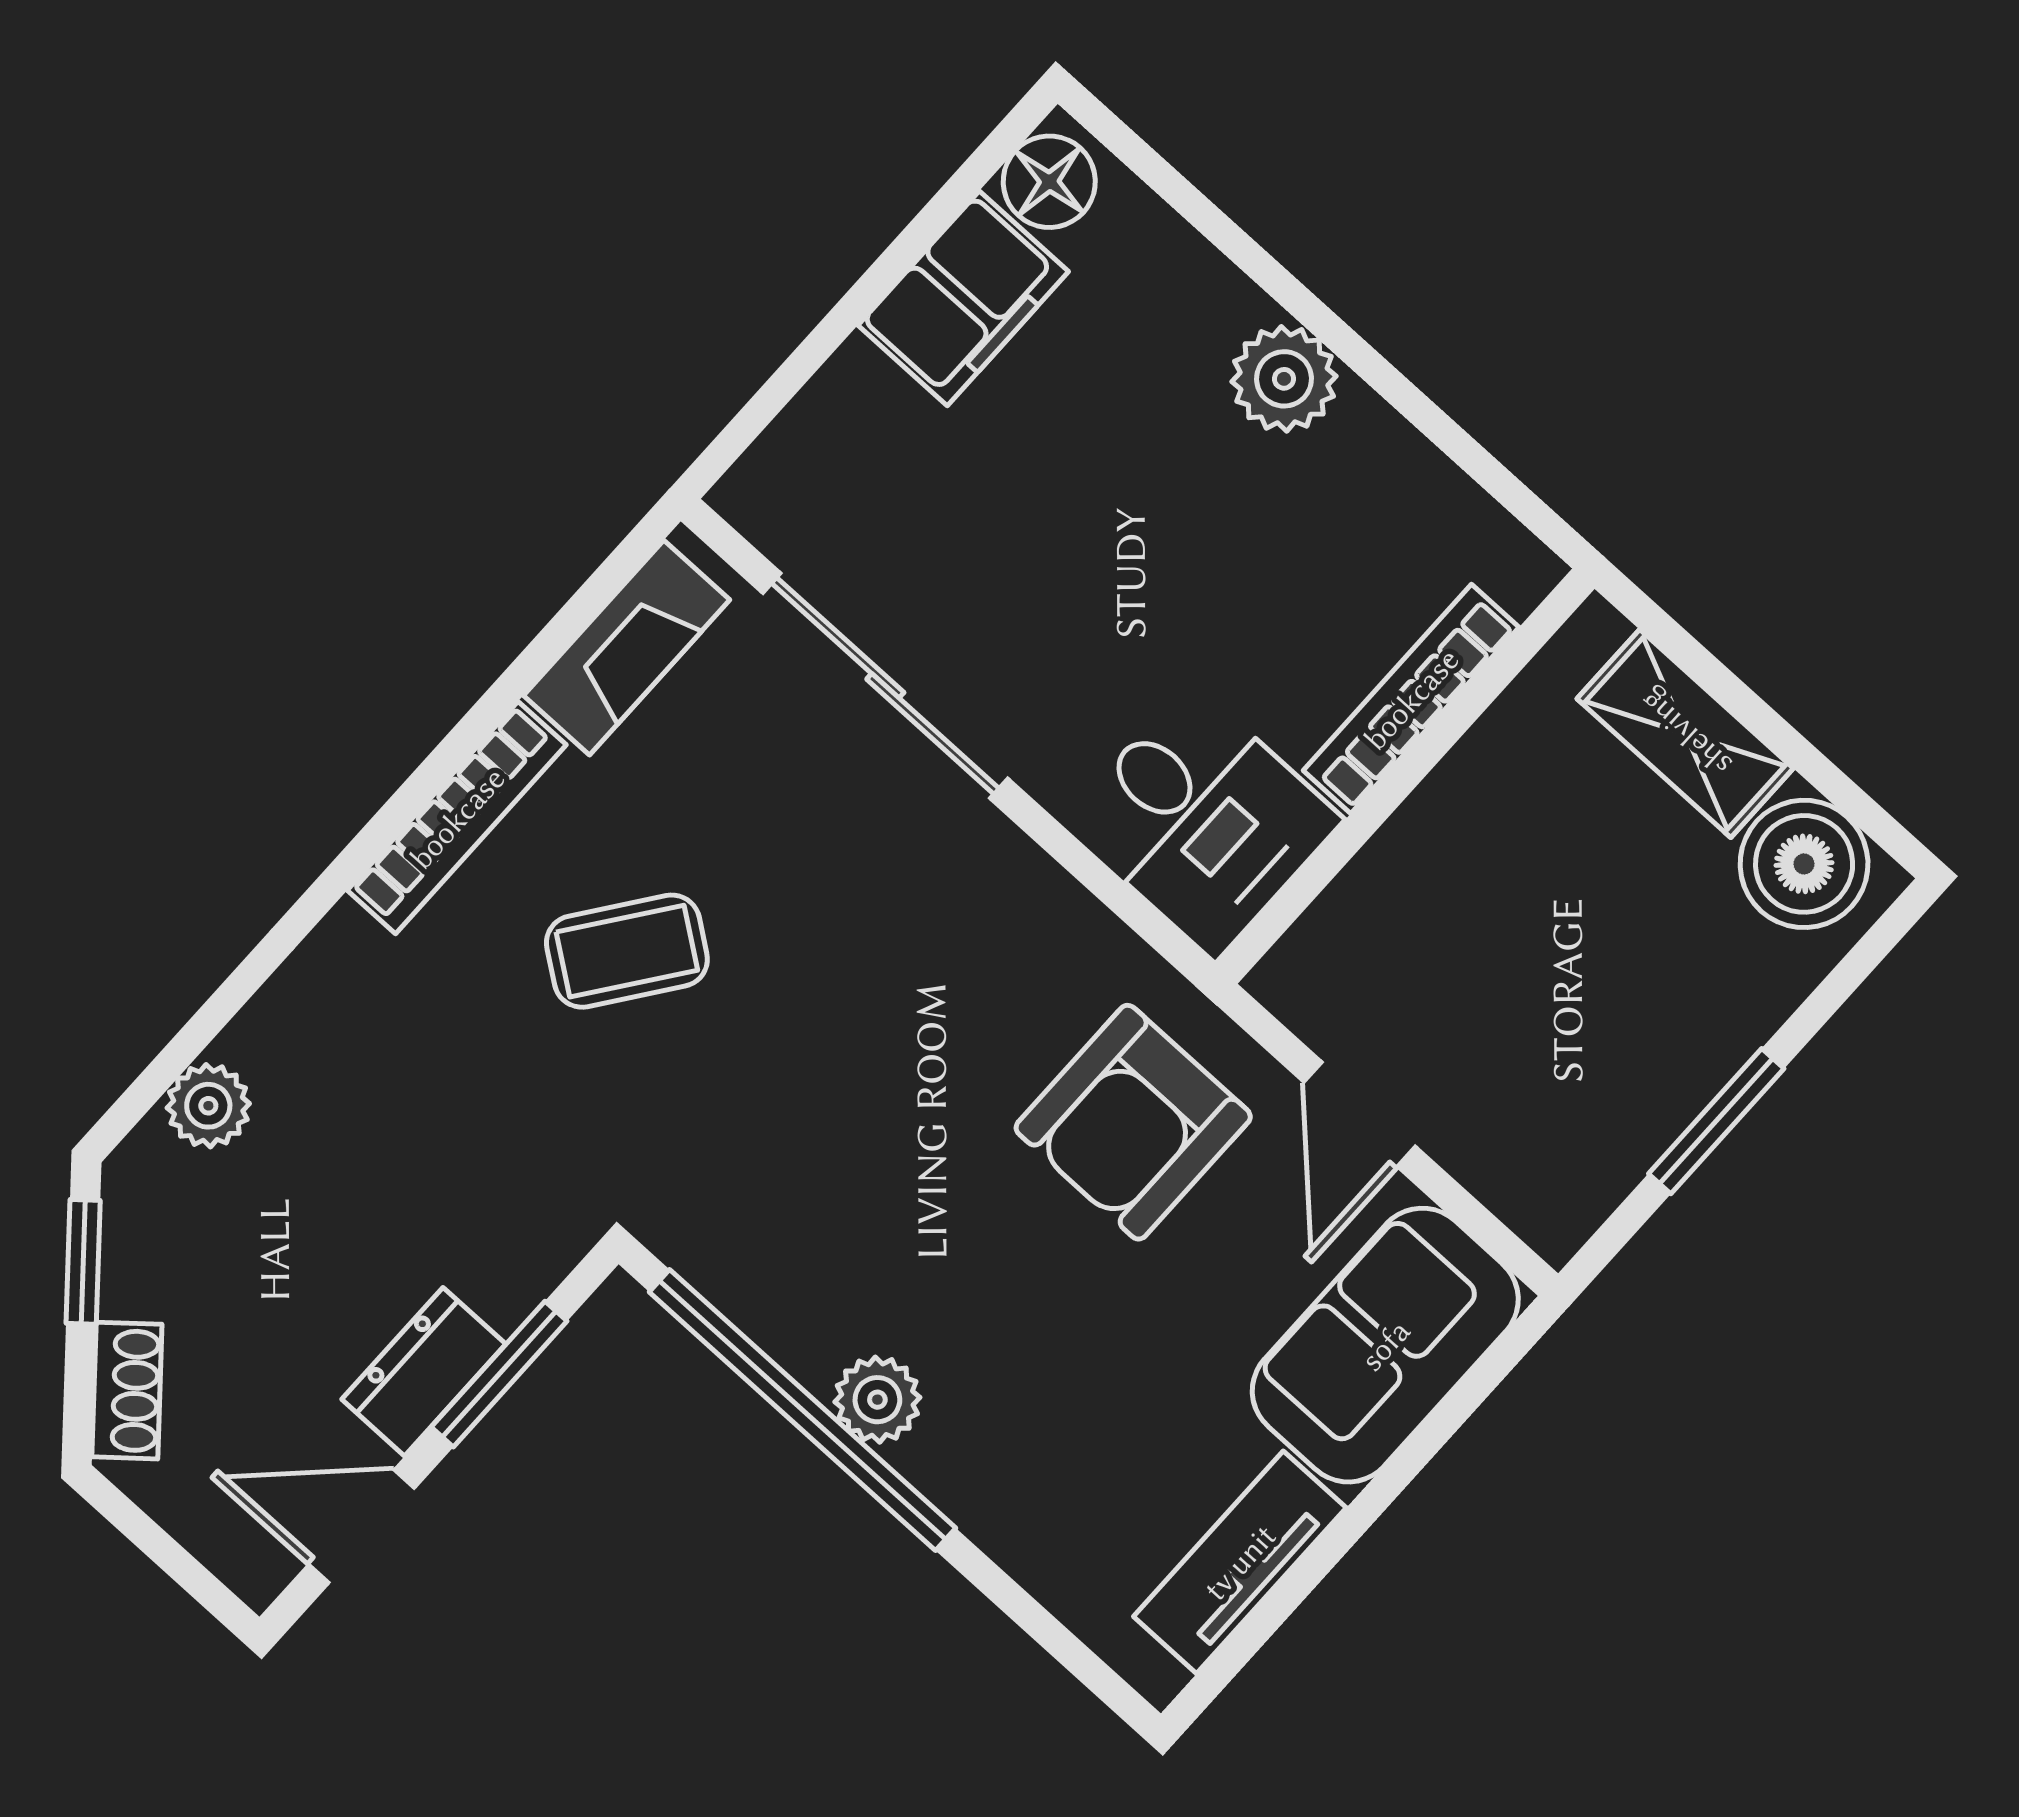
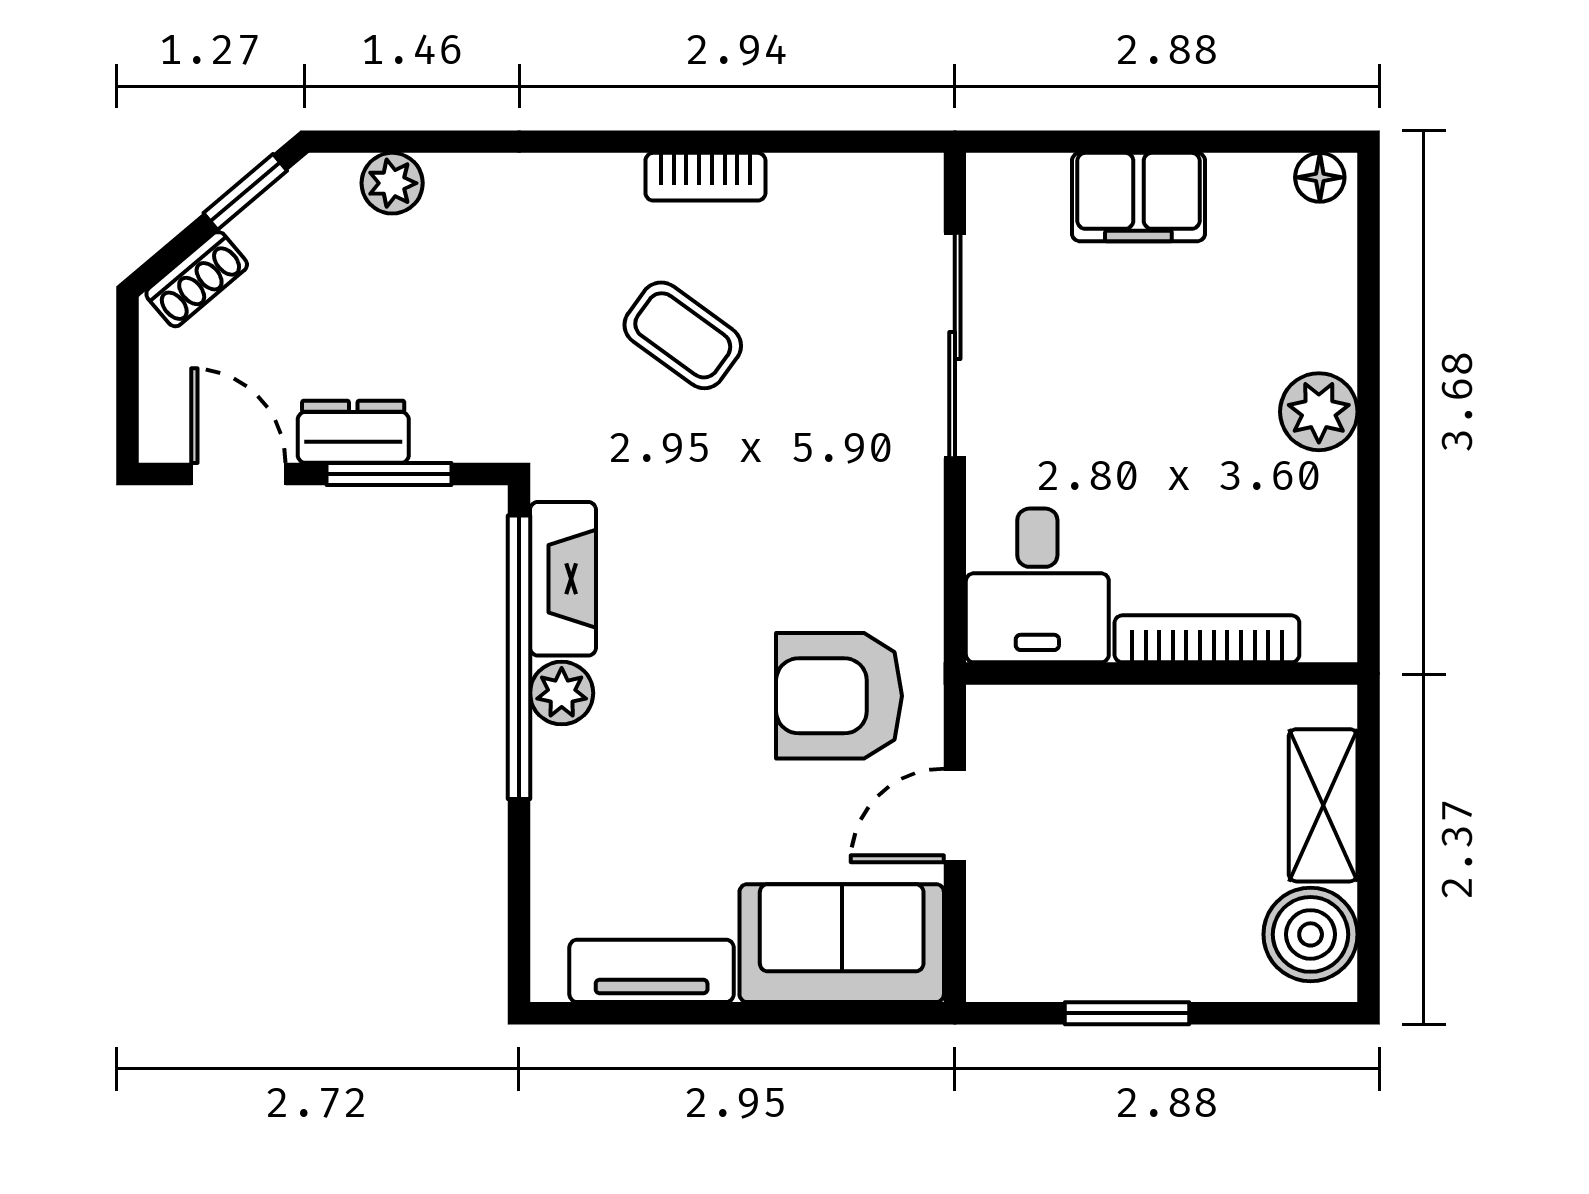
floor lamp: (1049, 182) -> (1320, 177), width x0.73, depth x0.73
filing cabinet: (963, 298) -> (1138, 197), moved
fireplace: (627, 648) -> (563, 579), moved, turned -90
bookcase: (457, 818) -> (705, 177), width x0.64

